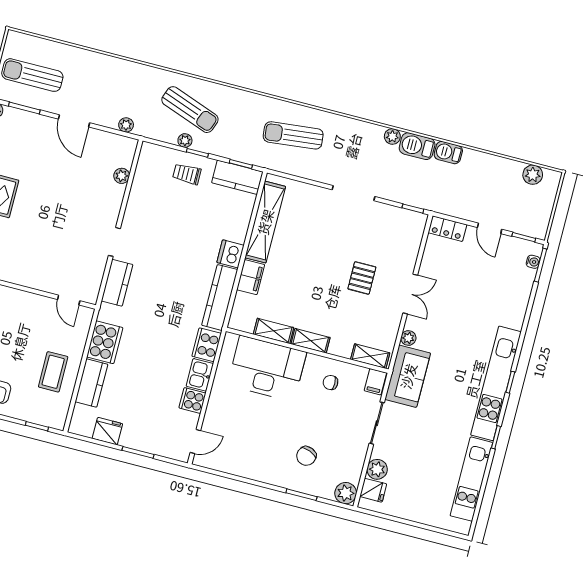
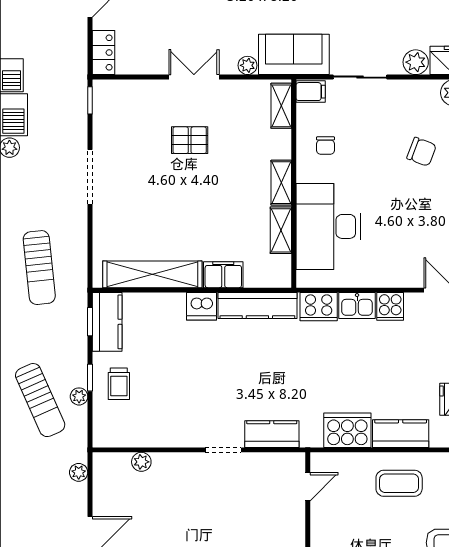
sun lounger: (190, 110) -> (40, 400), turned 136

